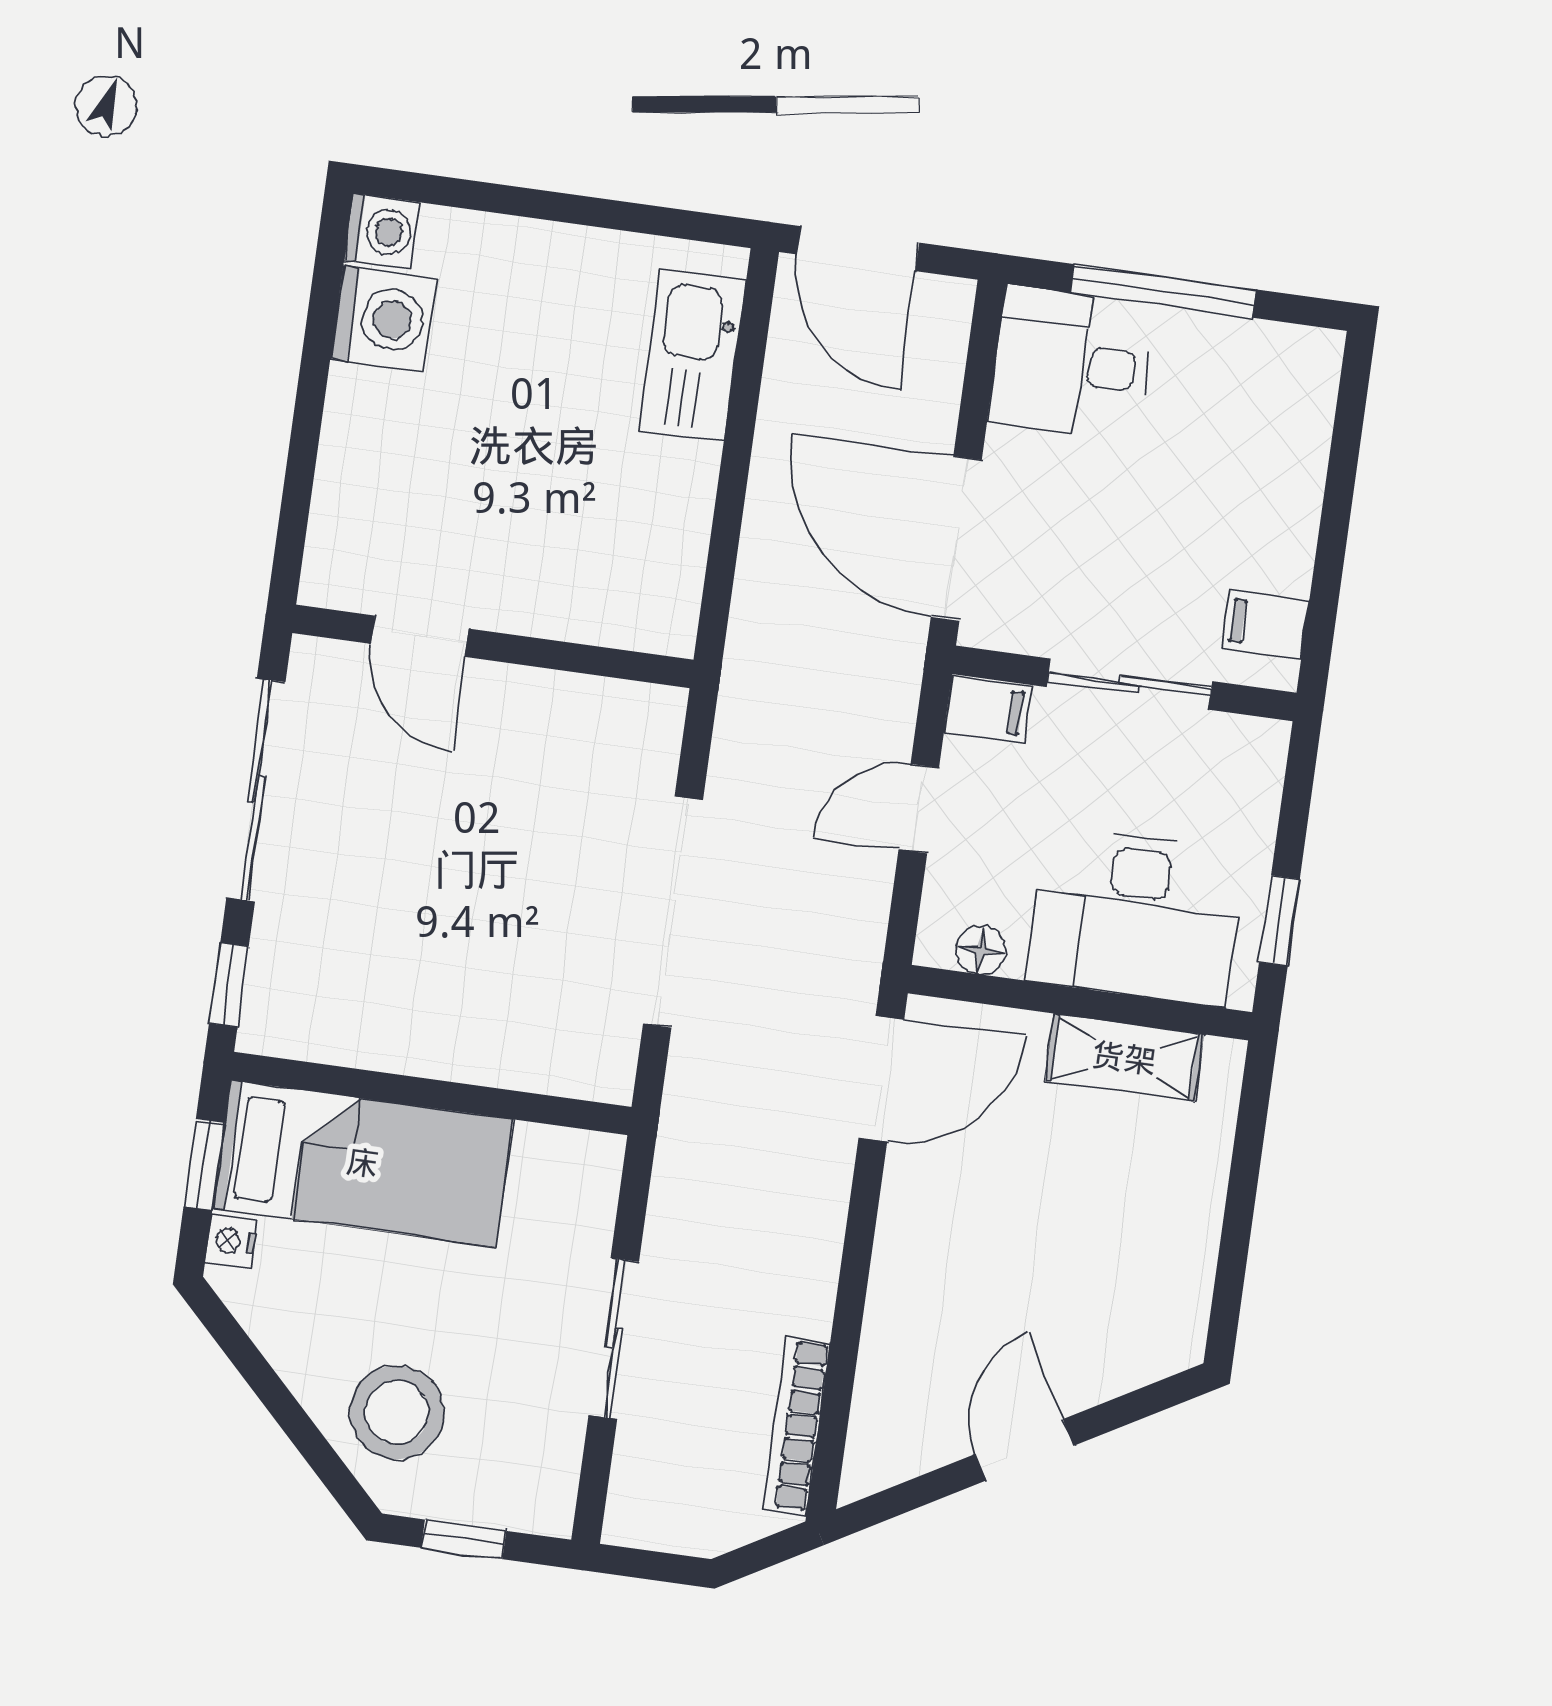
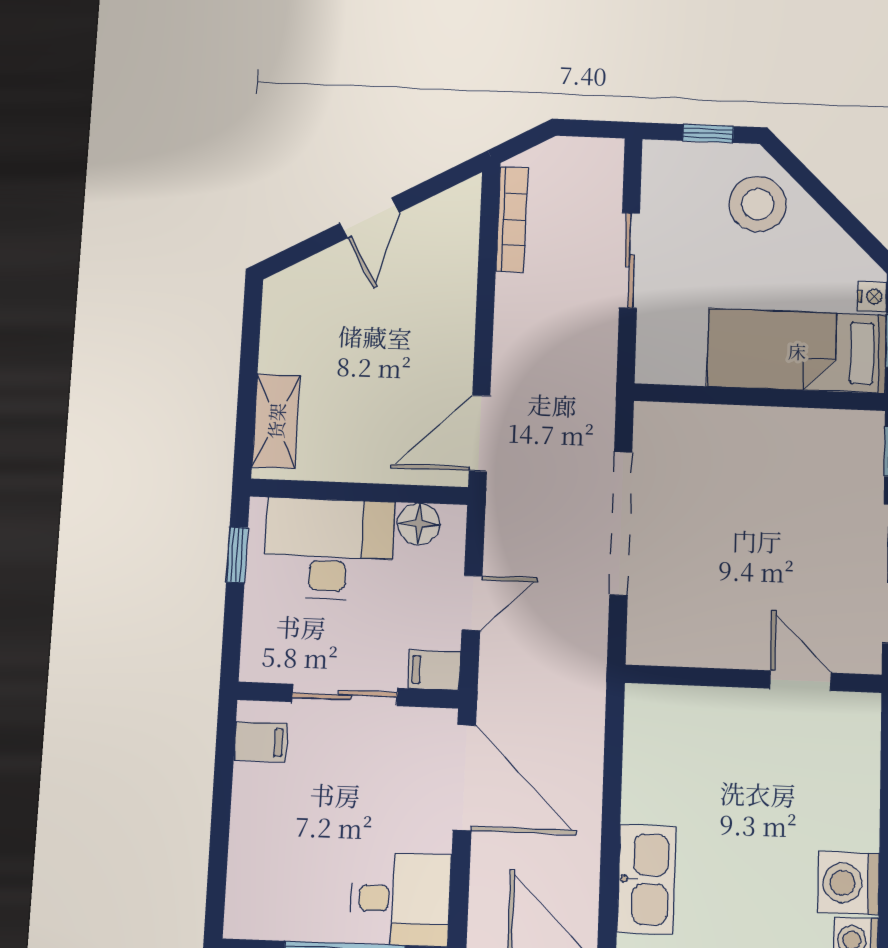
floor lamp: (981, 950) -> (419, 524), width x1.37, depth x1.37
shelving: (1124, 1058) -> (276, 421), moved, turned 90

